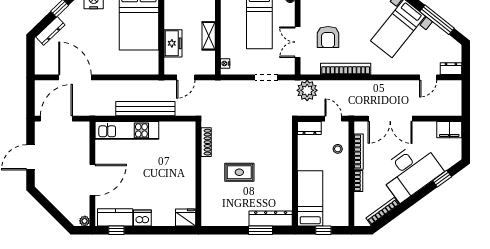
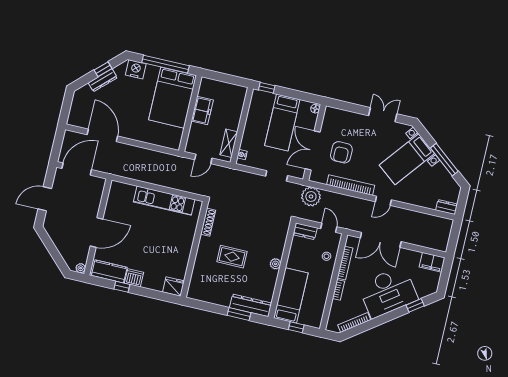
dresser: (50, 31) -> (103, 80), moved
shelving: (209, 36) -> (229, 143), moved
double door: (298, 42) -> (313, 150), width x1.37
freezer: (173, 43) -> (202, 111), moved
door: (428, 77) -> (383, 201), moved
bench: (145, 109) -> (160, 179), removed
kitchen unit: (127, 130) -> (164, 201), moved
plant: (286, 169) -> (275, 264), added
window: (116, 230) -> (122, 287), moved

